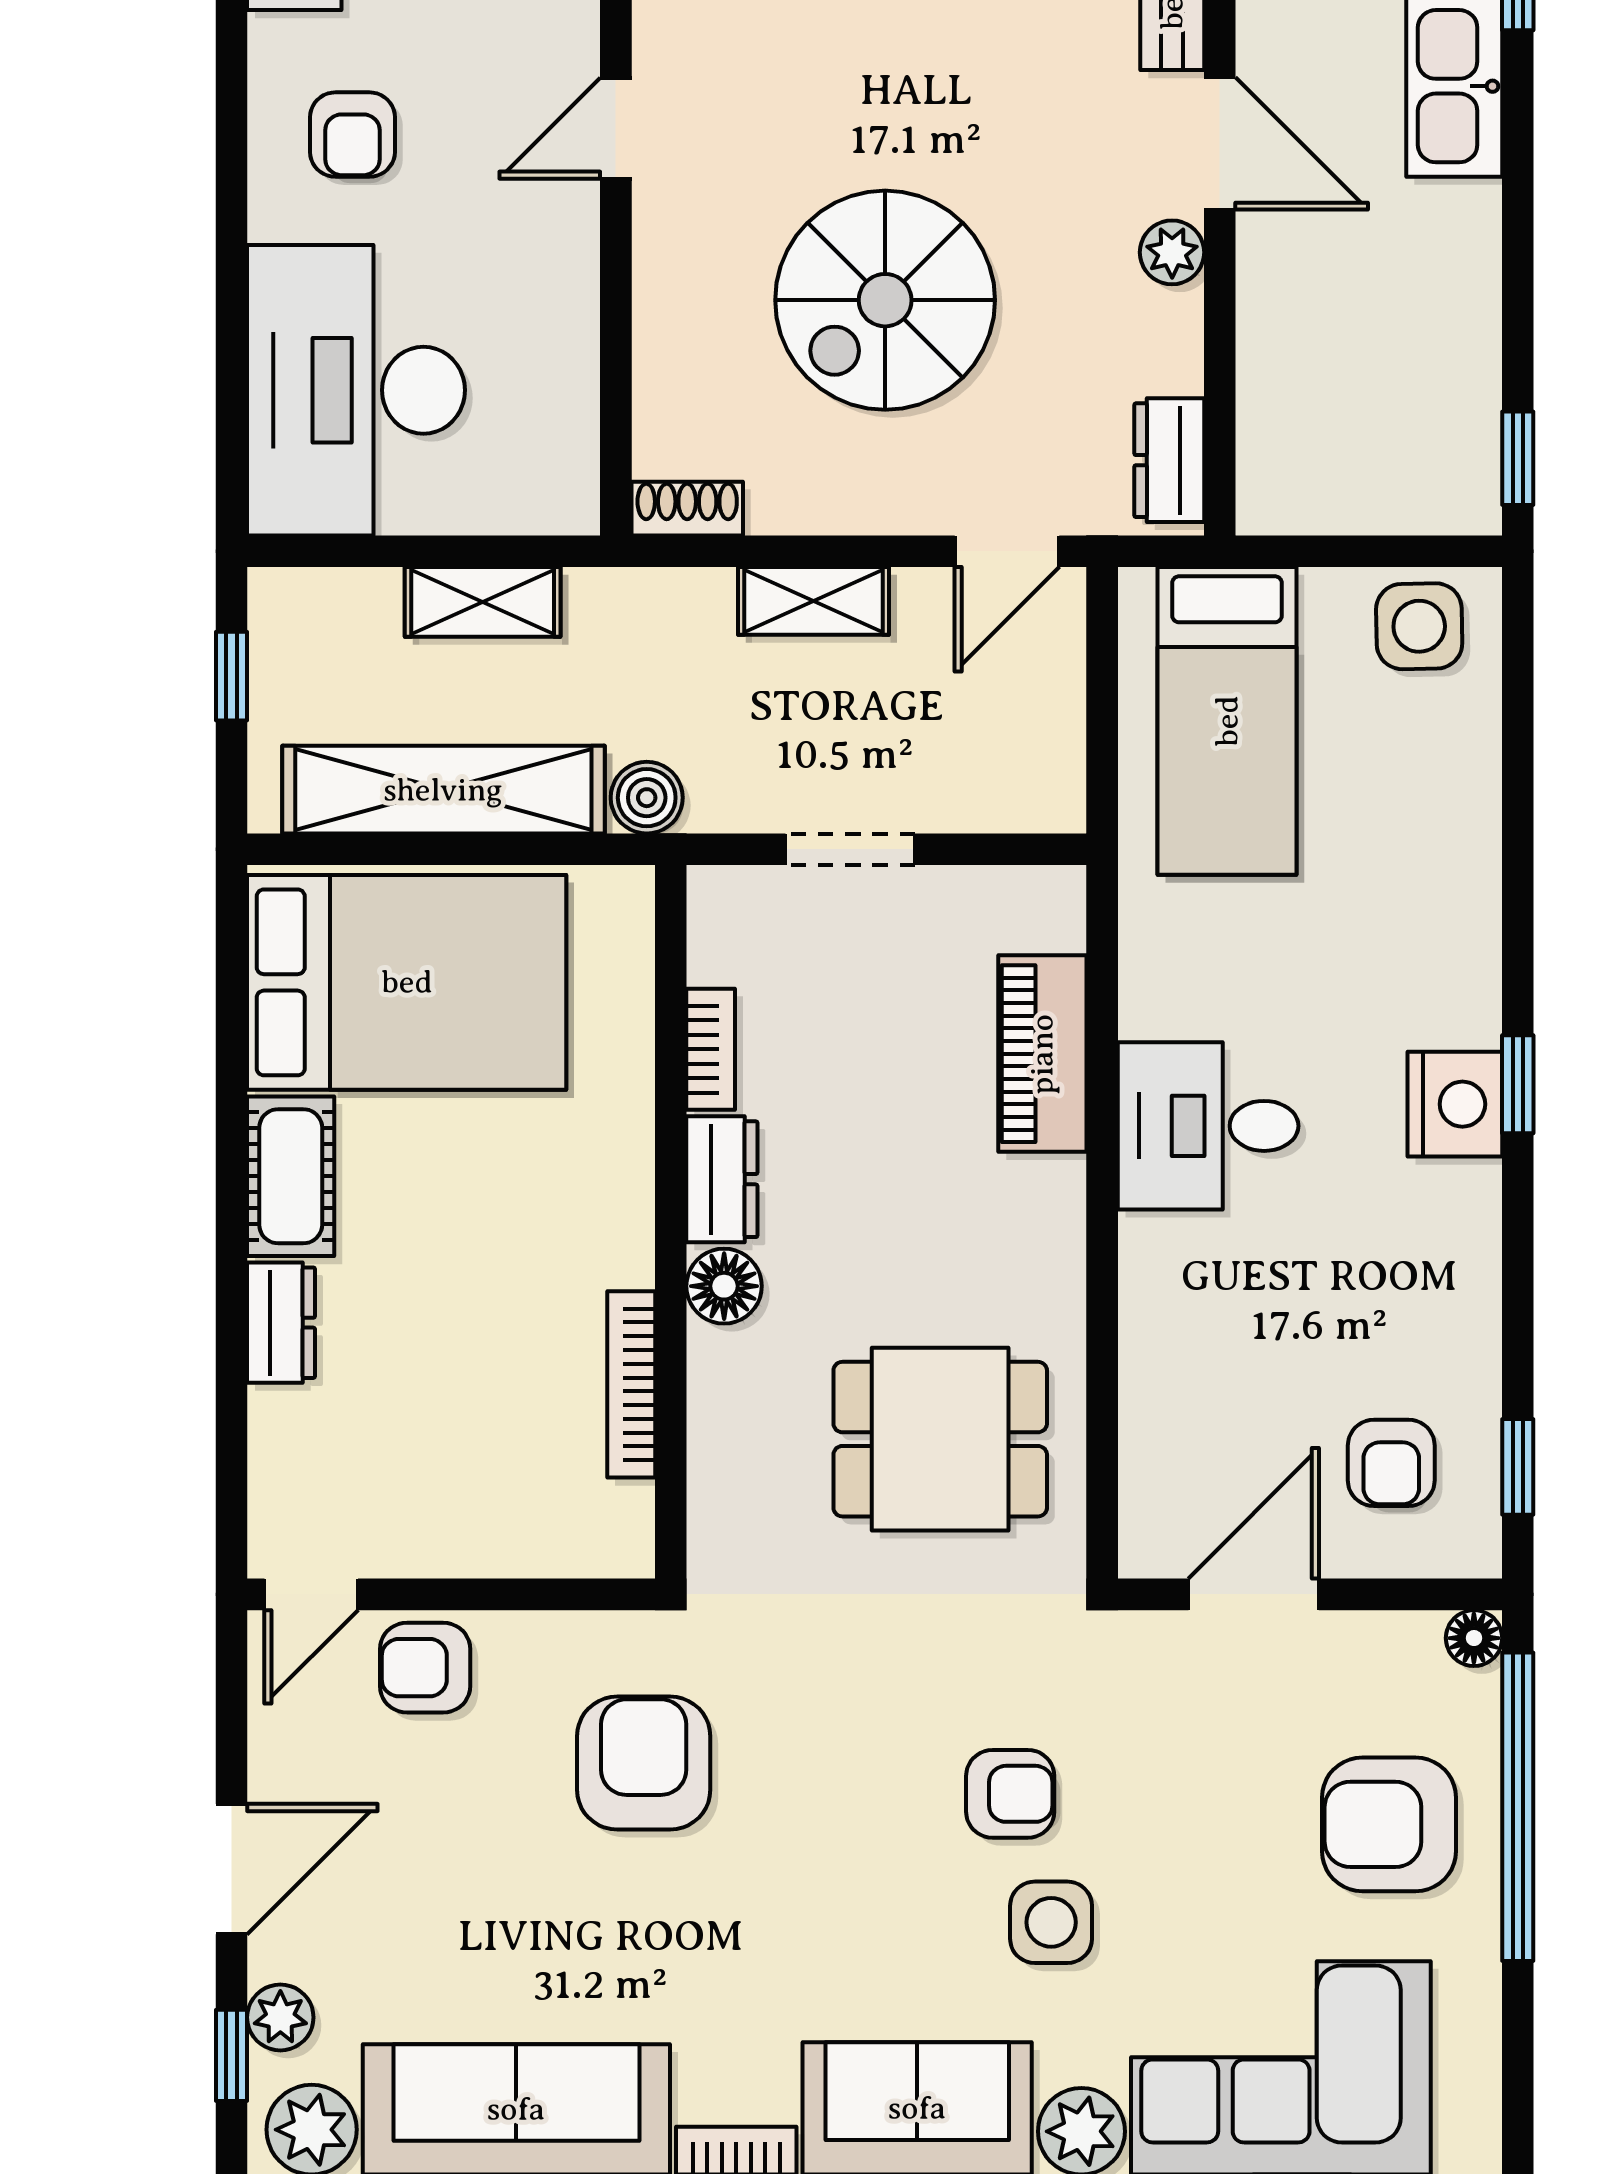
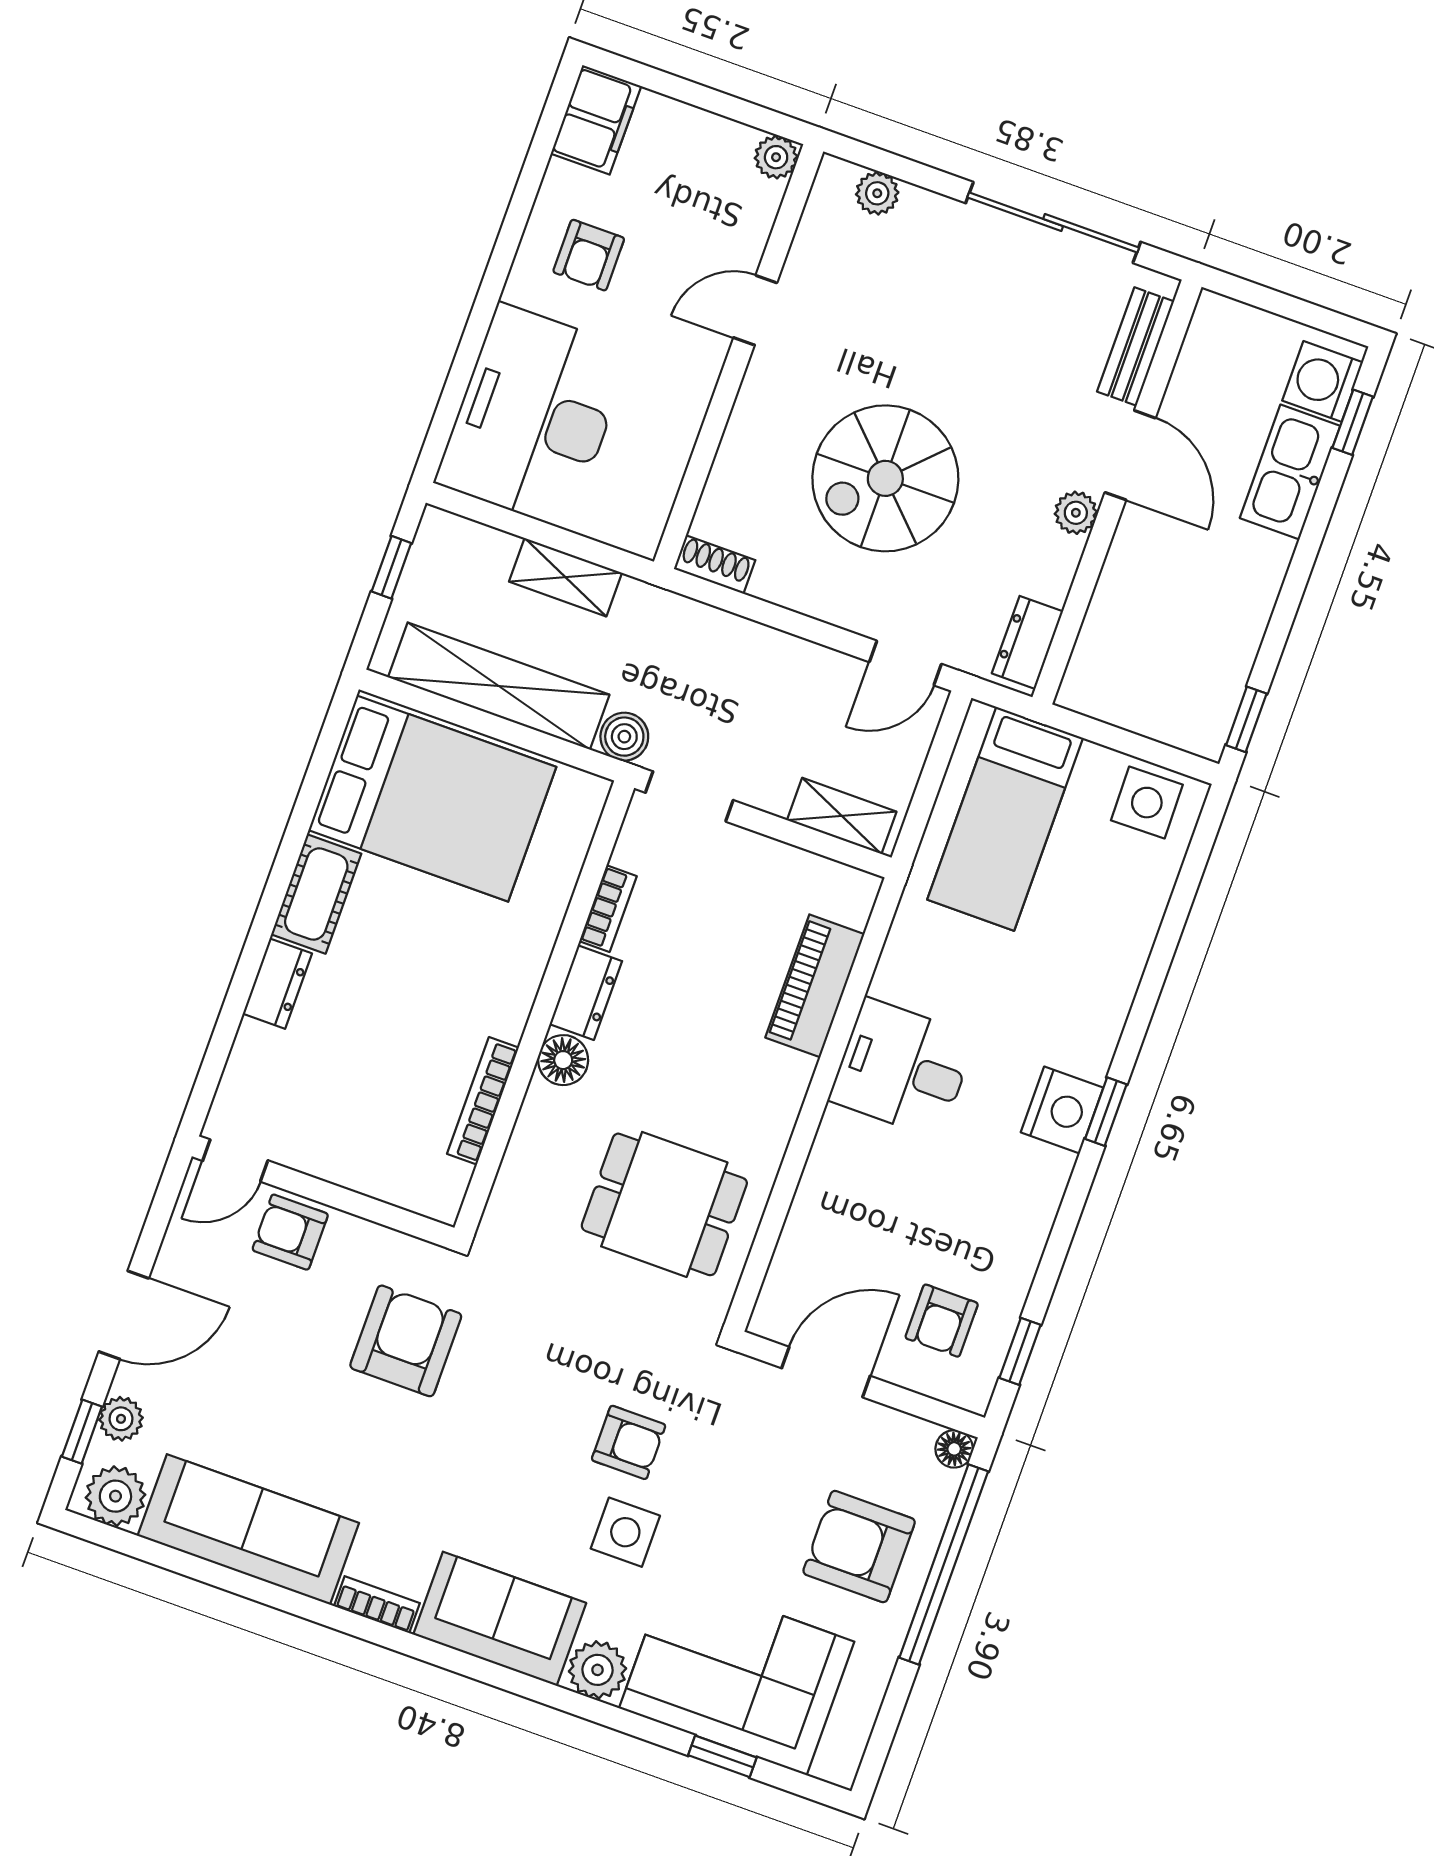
shelving: (813, 601) -> (842, 816), moved
doorway: (850, 849) -> (689, 796), moved

